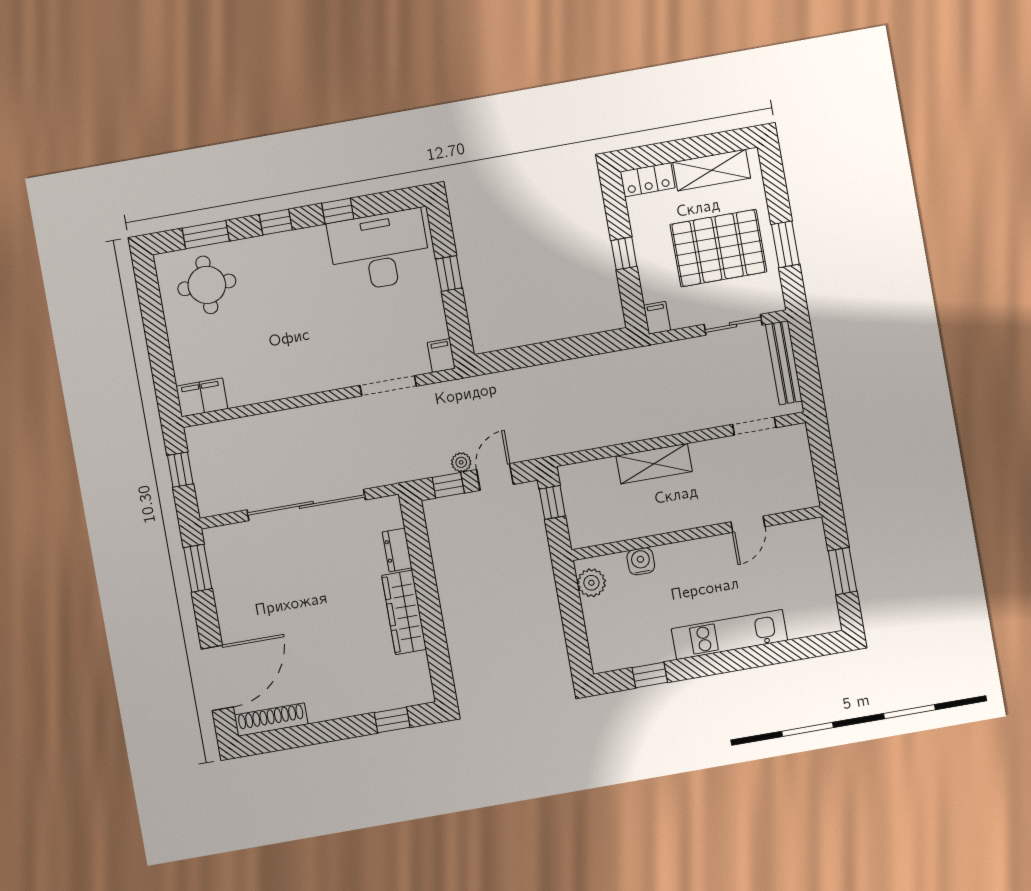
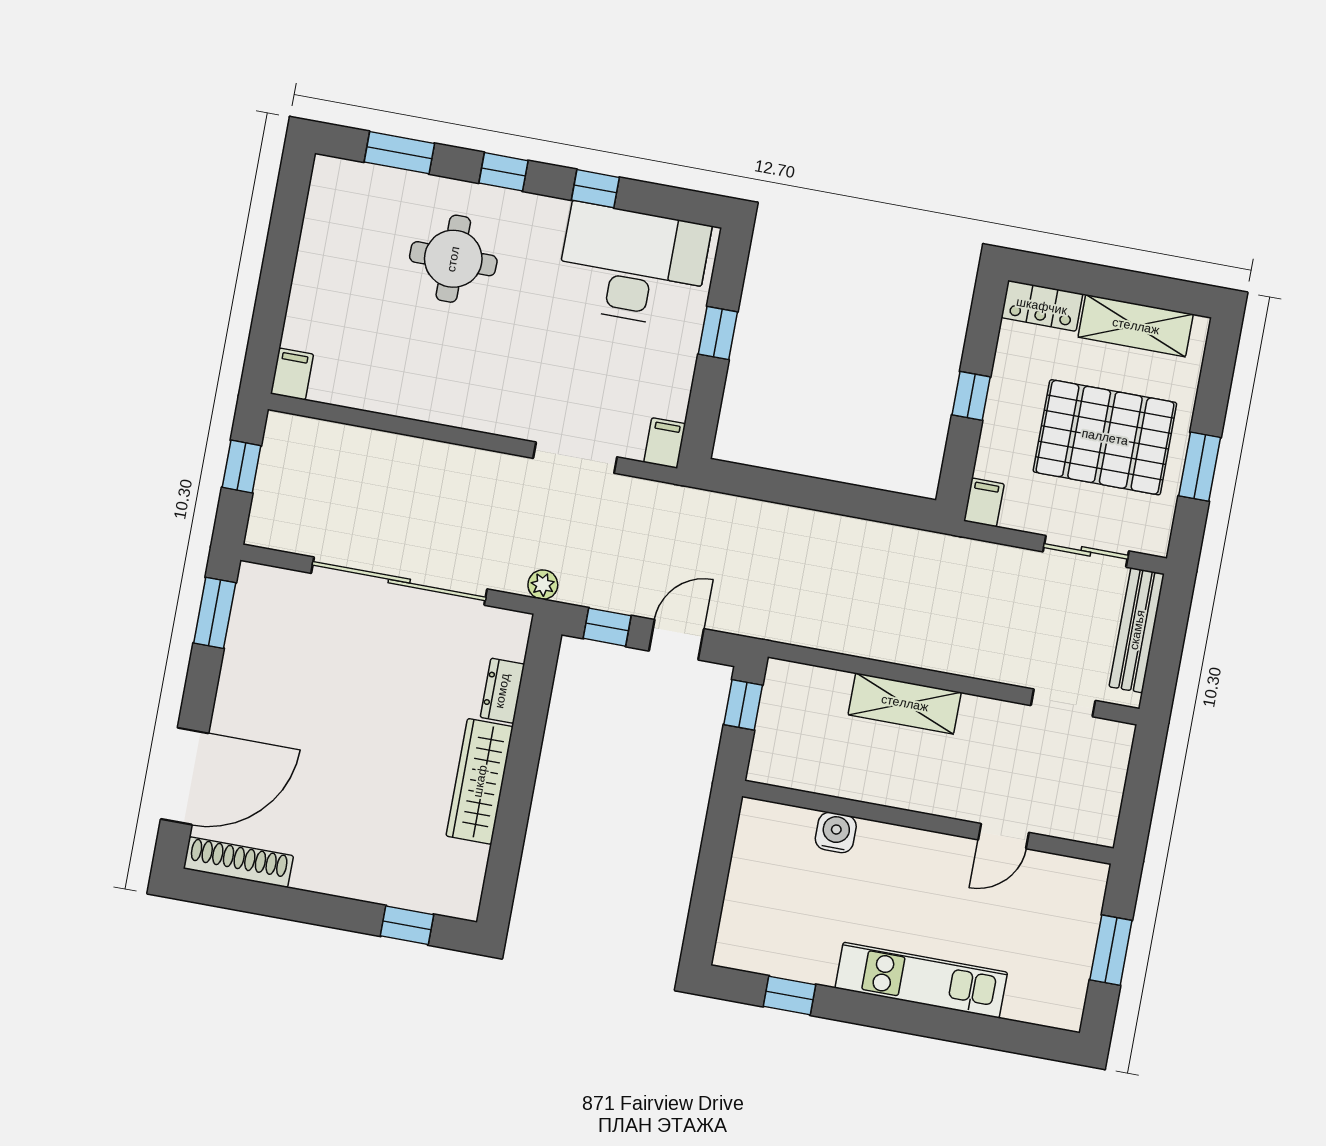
round table: (207, 285) -> (453, 259), moved
filing cabinet: (202, 397) -> (292, 374), width x0.50
plant: (461, 462) -> (543, 585), moved
plant: (591, 583) -> (756, 837), removed

